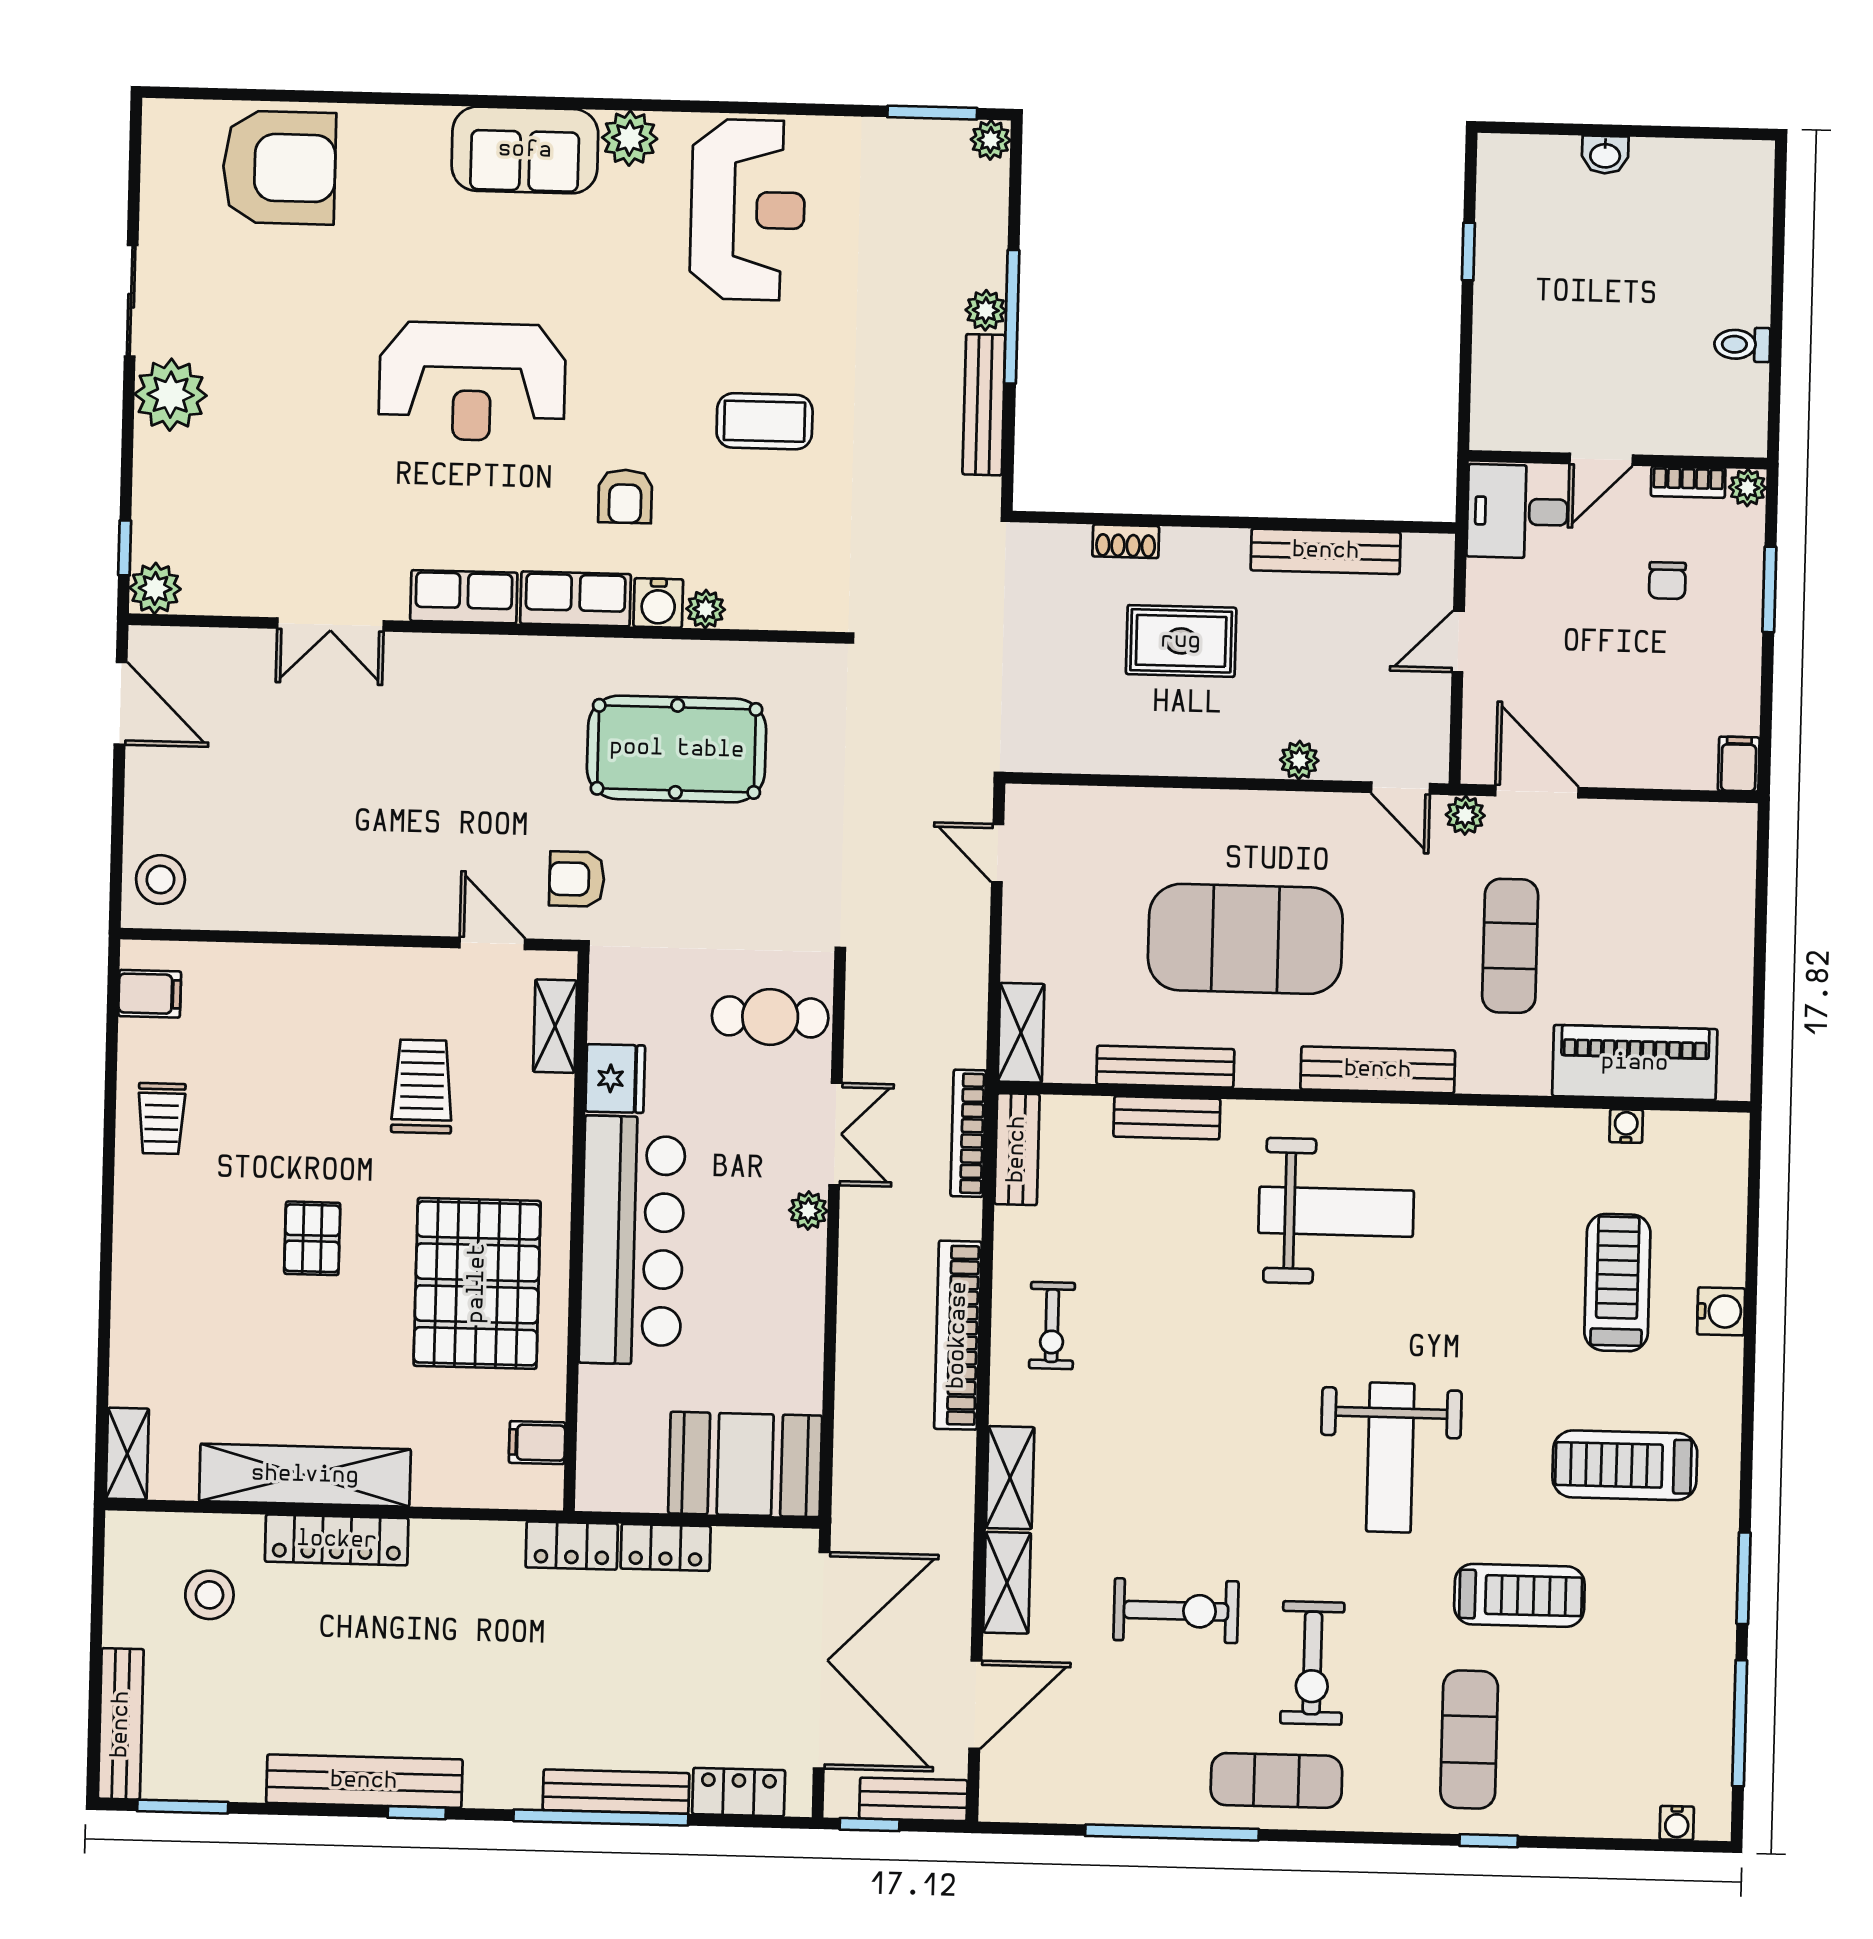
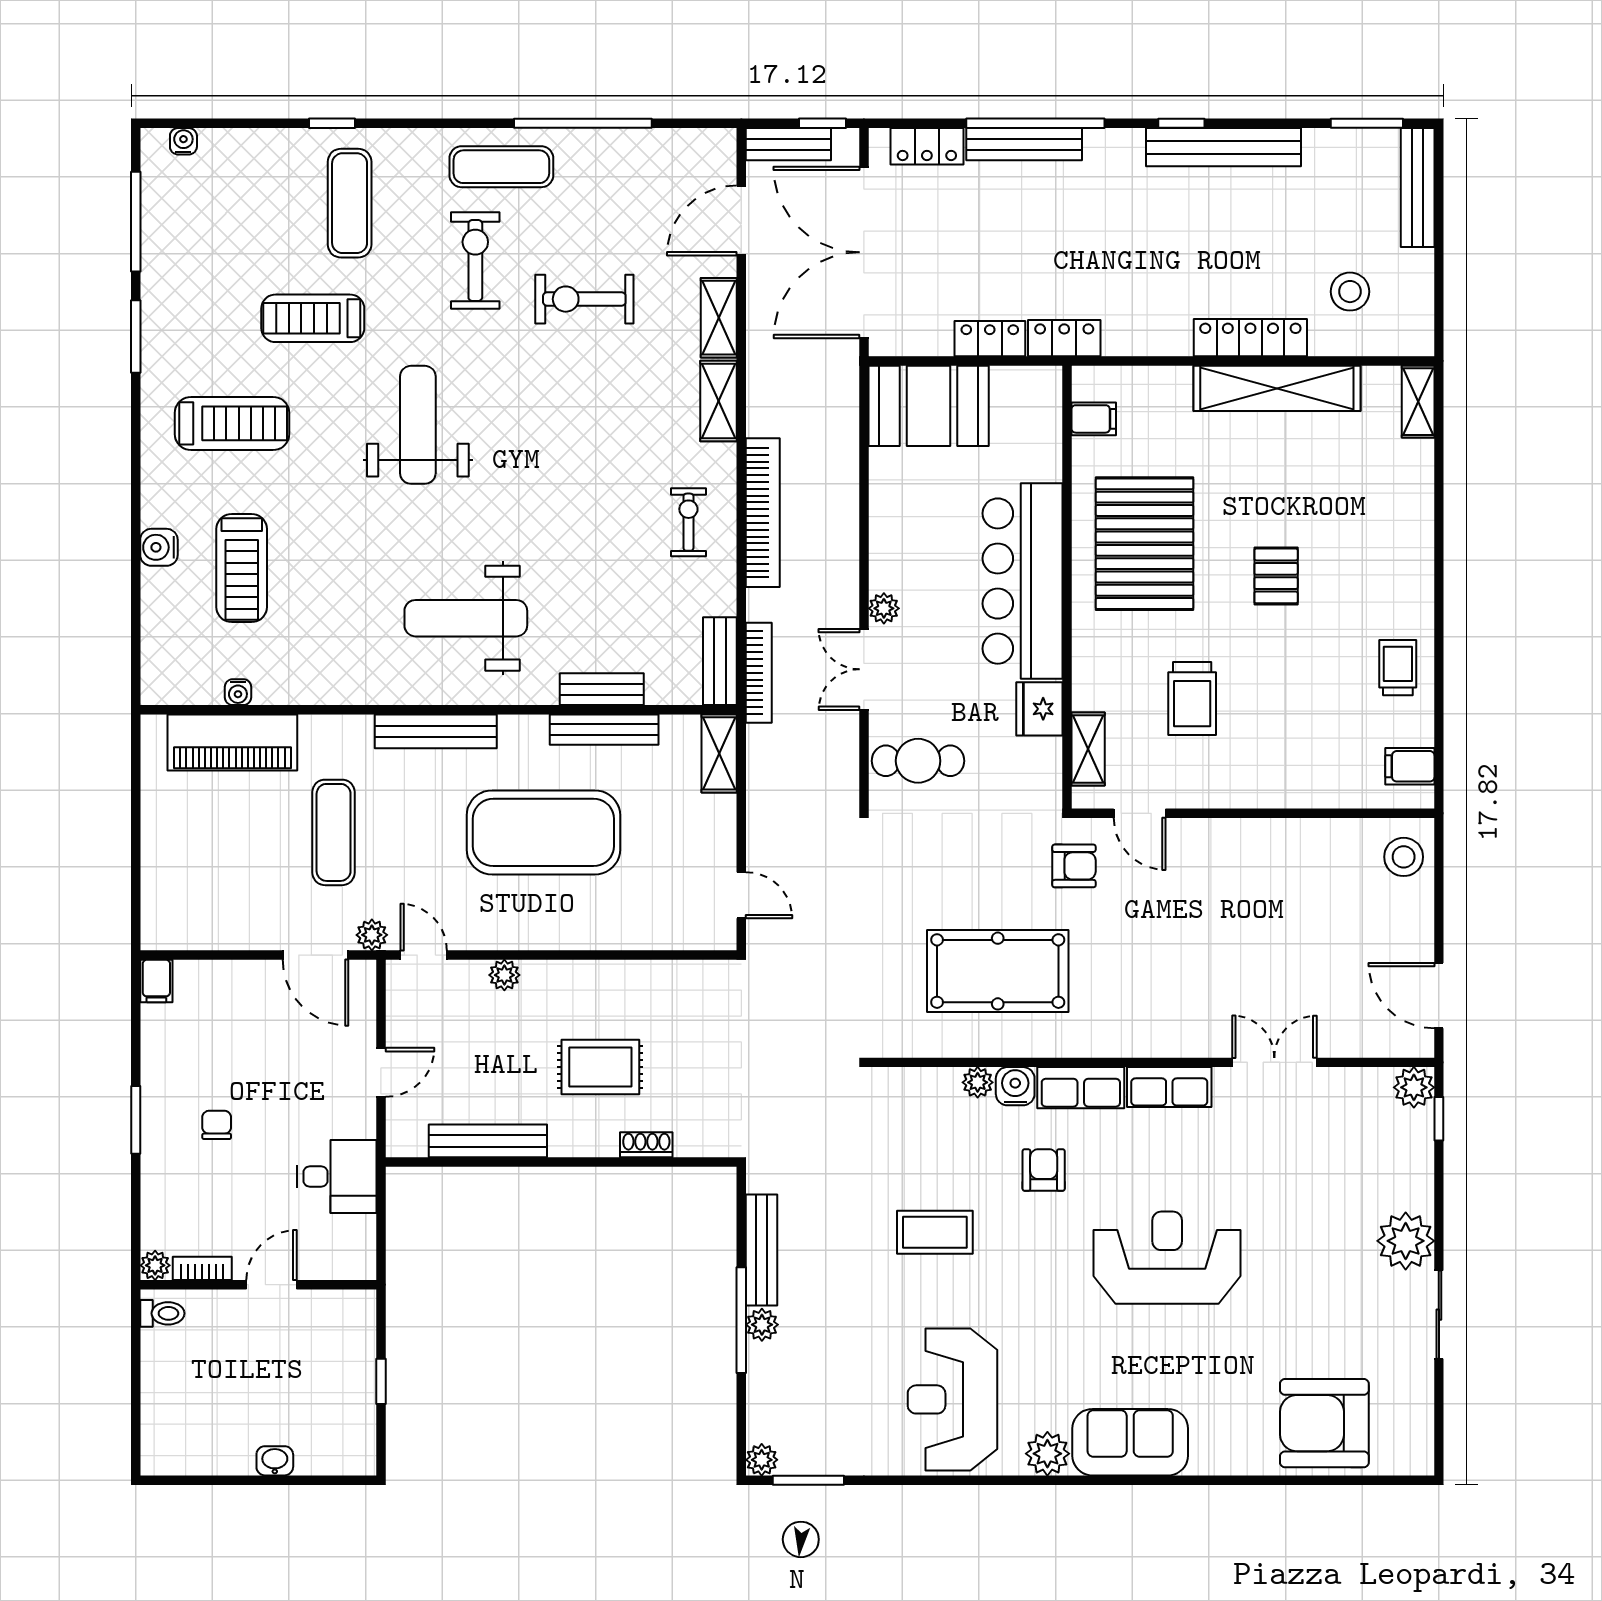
door: (1601, 459) -> (272, 1285), moved
wall: (1618, 460) -> (258, 1285), moved
bookcase: (1688, 482) -> (202, 1268), moved
plant: (1748, 488) -> (155, 1265), moved

